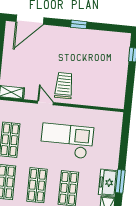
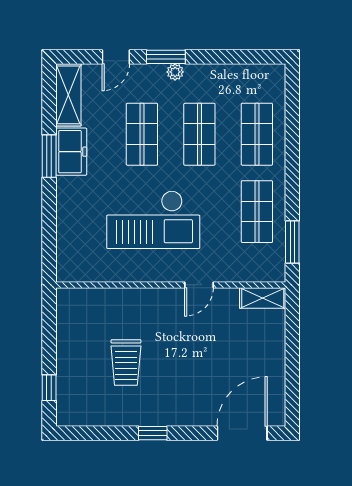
trolley: (64, 86) -> (126, 362), moved
door: (45, 103) -> (199, 285), hinge flipped

